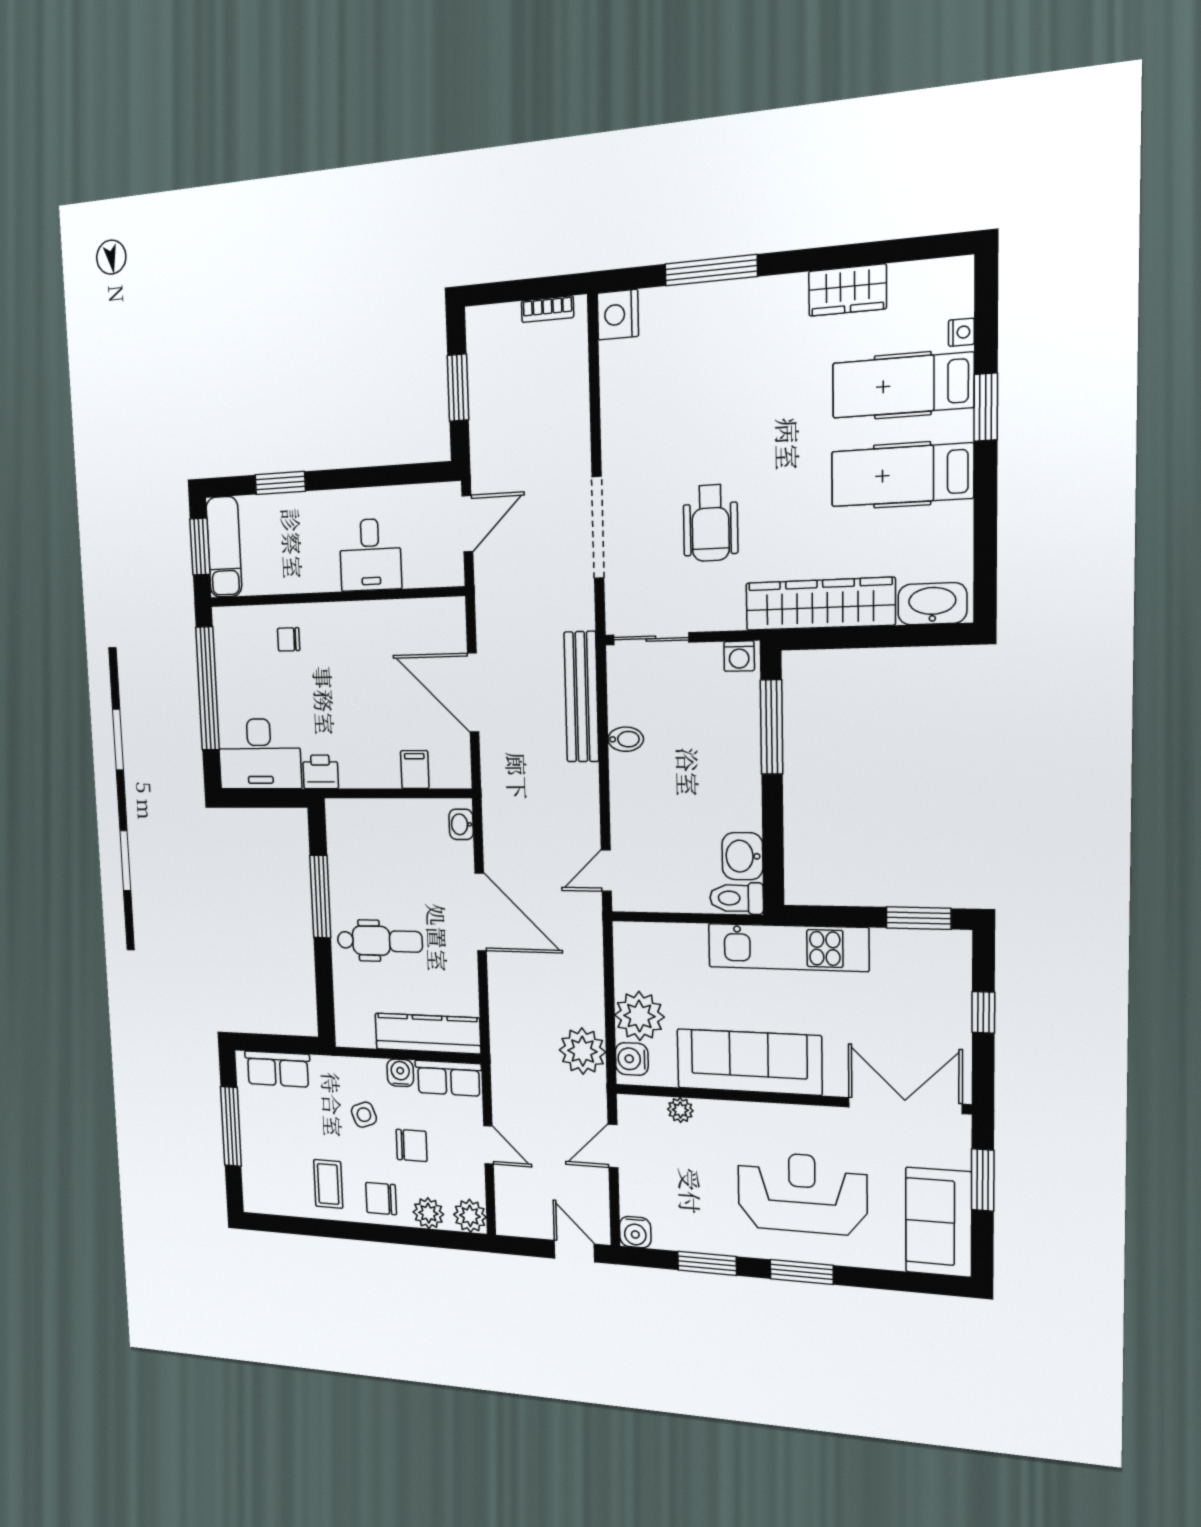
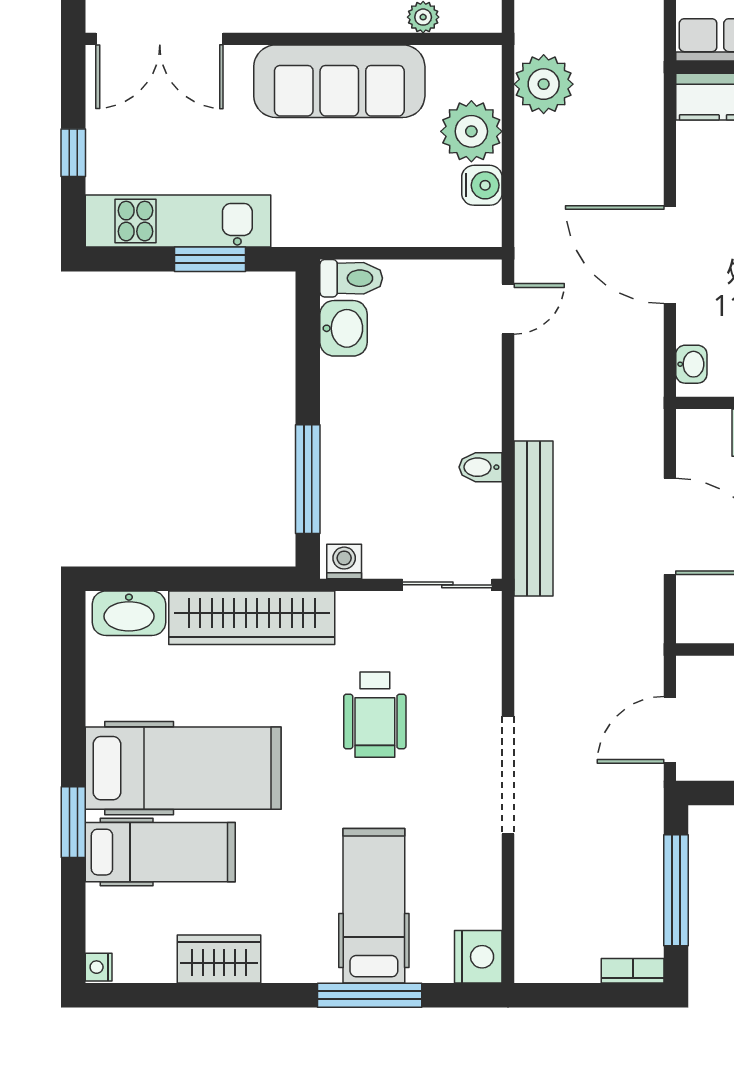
bookcase: (547, 309) -> (633, 971), moved
nightstand: (961, 332) -> (99, 967), moved
hospital bed: (709, 352) -> (374, 906), added
window: (458, 388) -> (676, 890), width x1.44
hospital bed: (902, 475) -> (183, 768), width x1.37, depth x1.29
wheelchair: (710, 523) -> (375, 715), turned 180
doorway: (598, 527) -> (508, 775), moved
window: (919, 918) -> (210, 259), moved
kitchen unit: (788, 947) -> (178, 221), moved
water cooler: (632, 1059) -> (482, 185), moved

